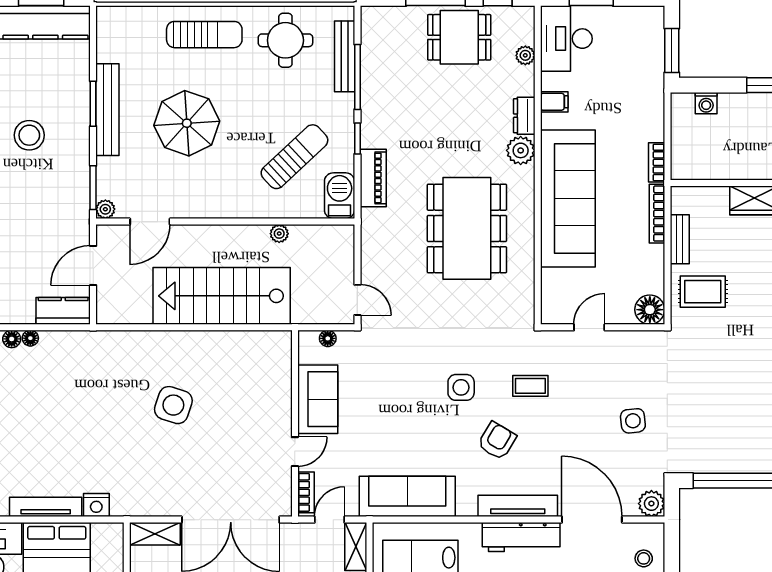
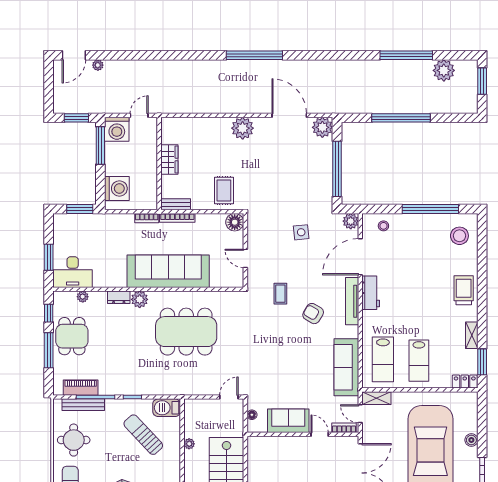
filing cabinet: (554, 102) -> (110, 279), removed
washing machine: (706, 103) -> (117, 188), width x1.89, depth x1.89
piano: (373, 178) -> (81, 388), moved
bench: (680, 239) -> (176, 204), moved
side table: (461, 387) -> (281, 335), removed
workbench: (521, 537) -> (371, 293), width x0.73

